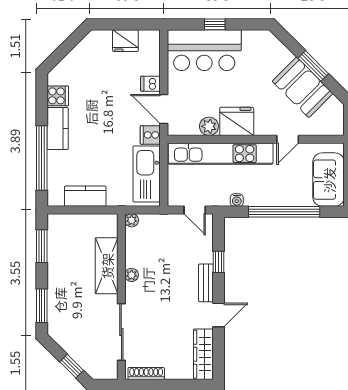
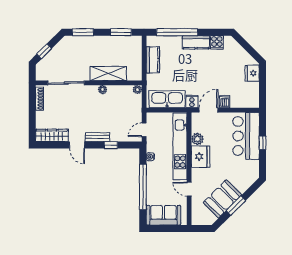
fridge: (125, 41) -> (252, 73), moved

